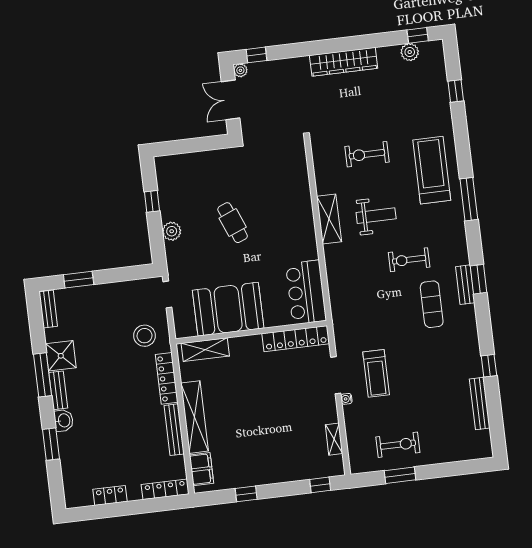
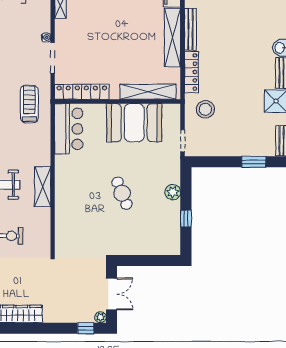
shelving: (205, 350) -> (148, 92), width x1.47
treadmill: (376, 373) -> (29, 104), moved

